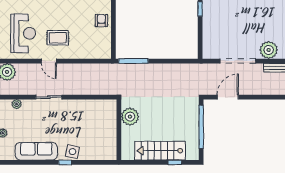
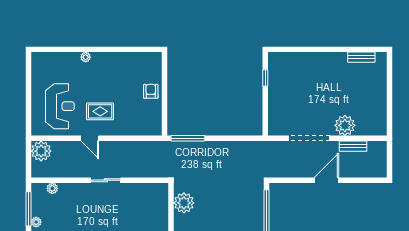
sliding door: (49, 97) -> (106, 180), moved
door: (228, 97) -> (326, 180), moved

